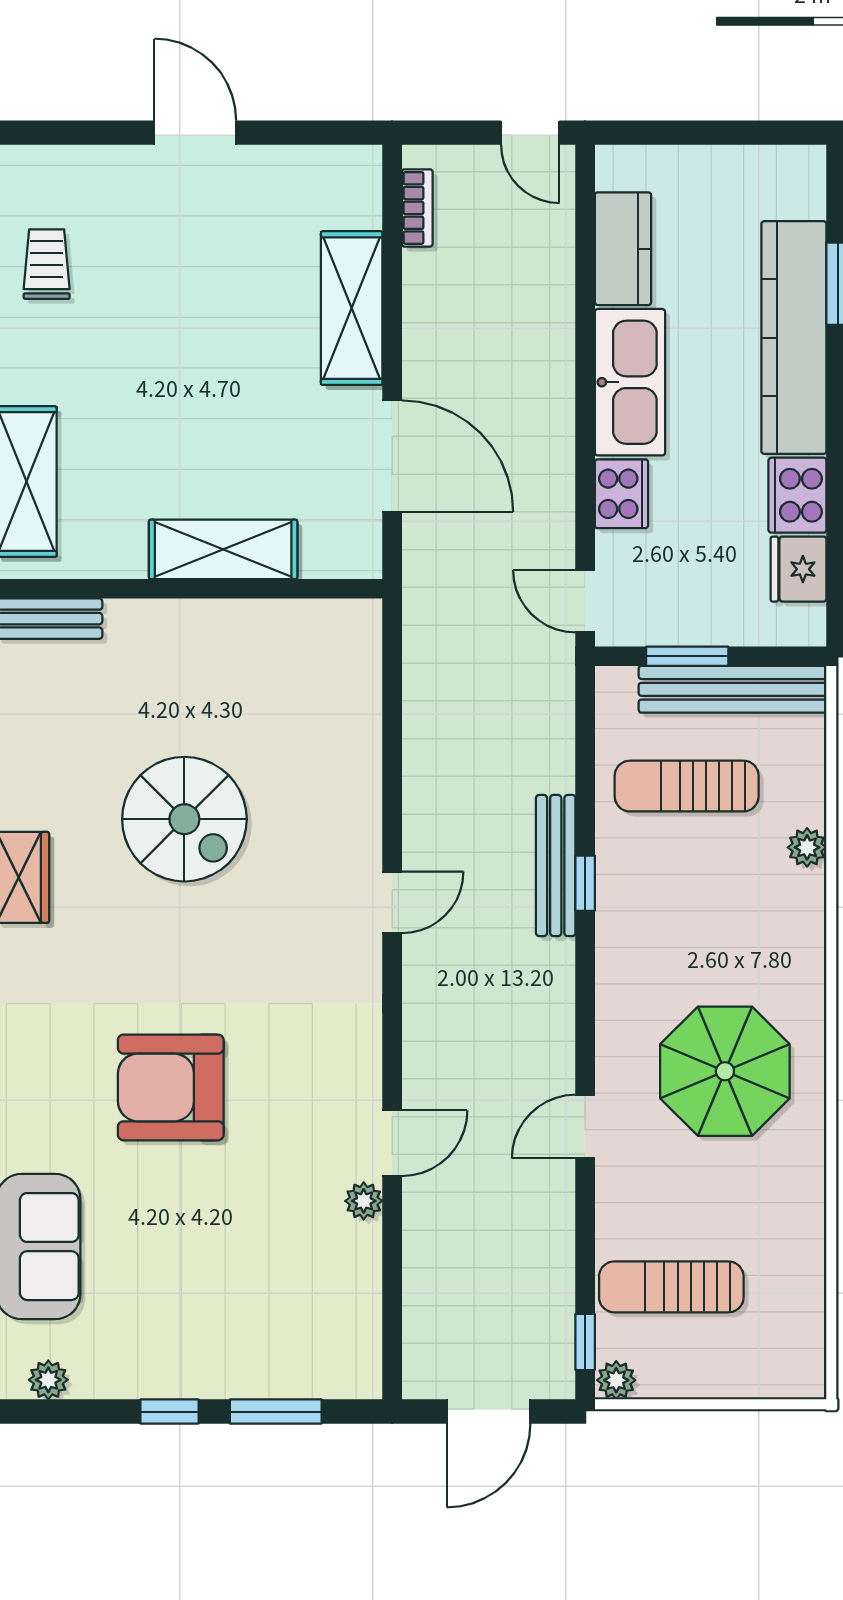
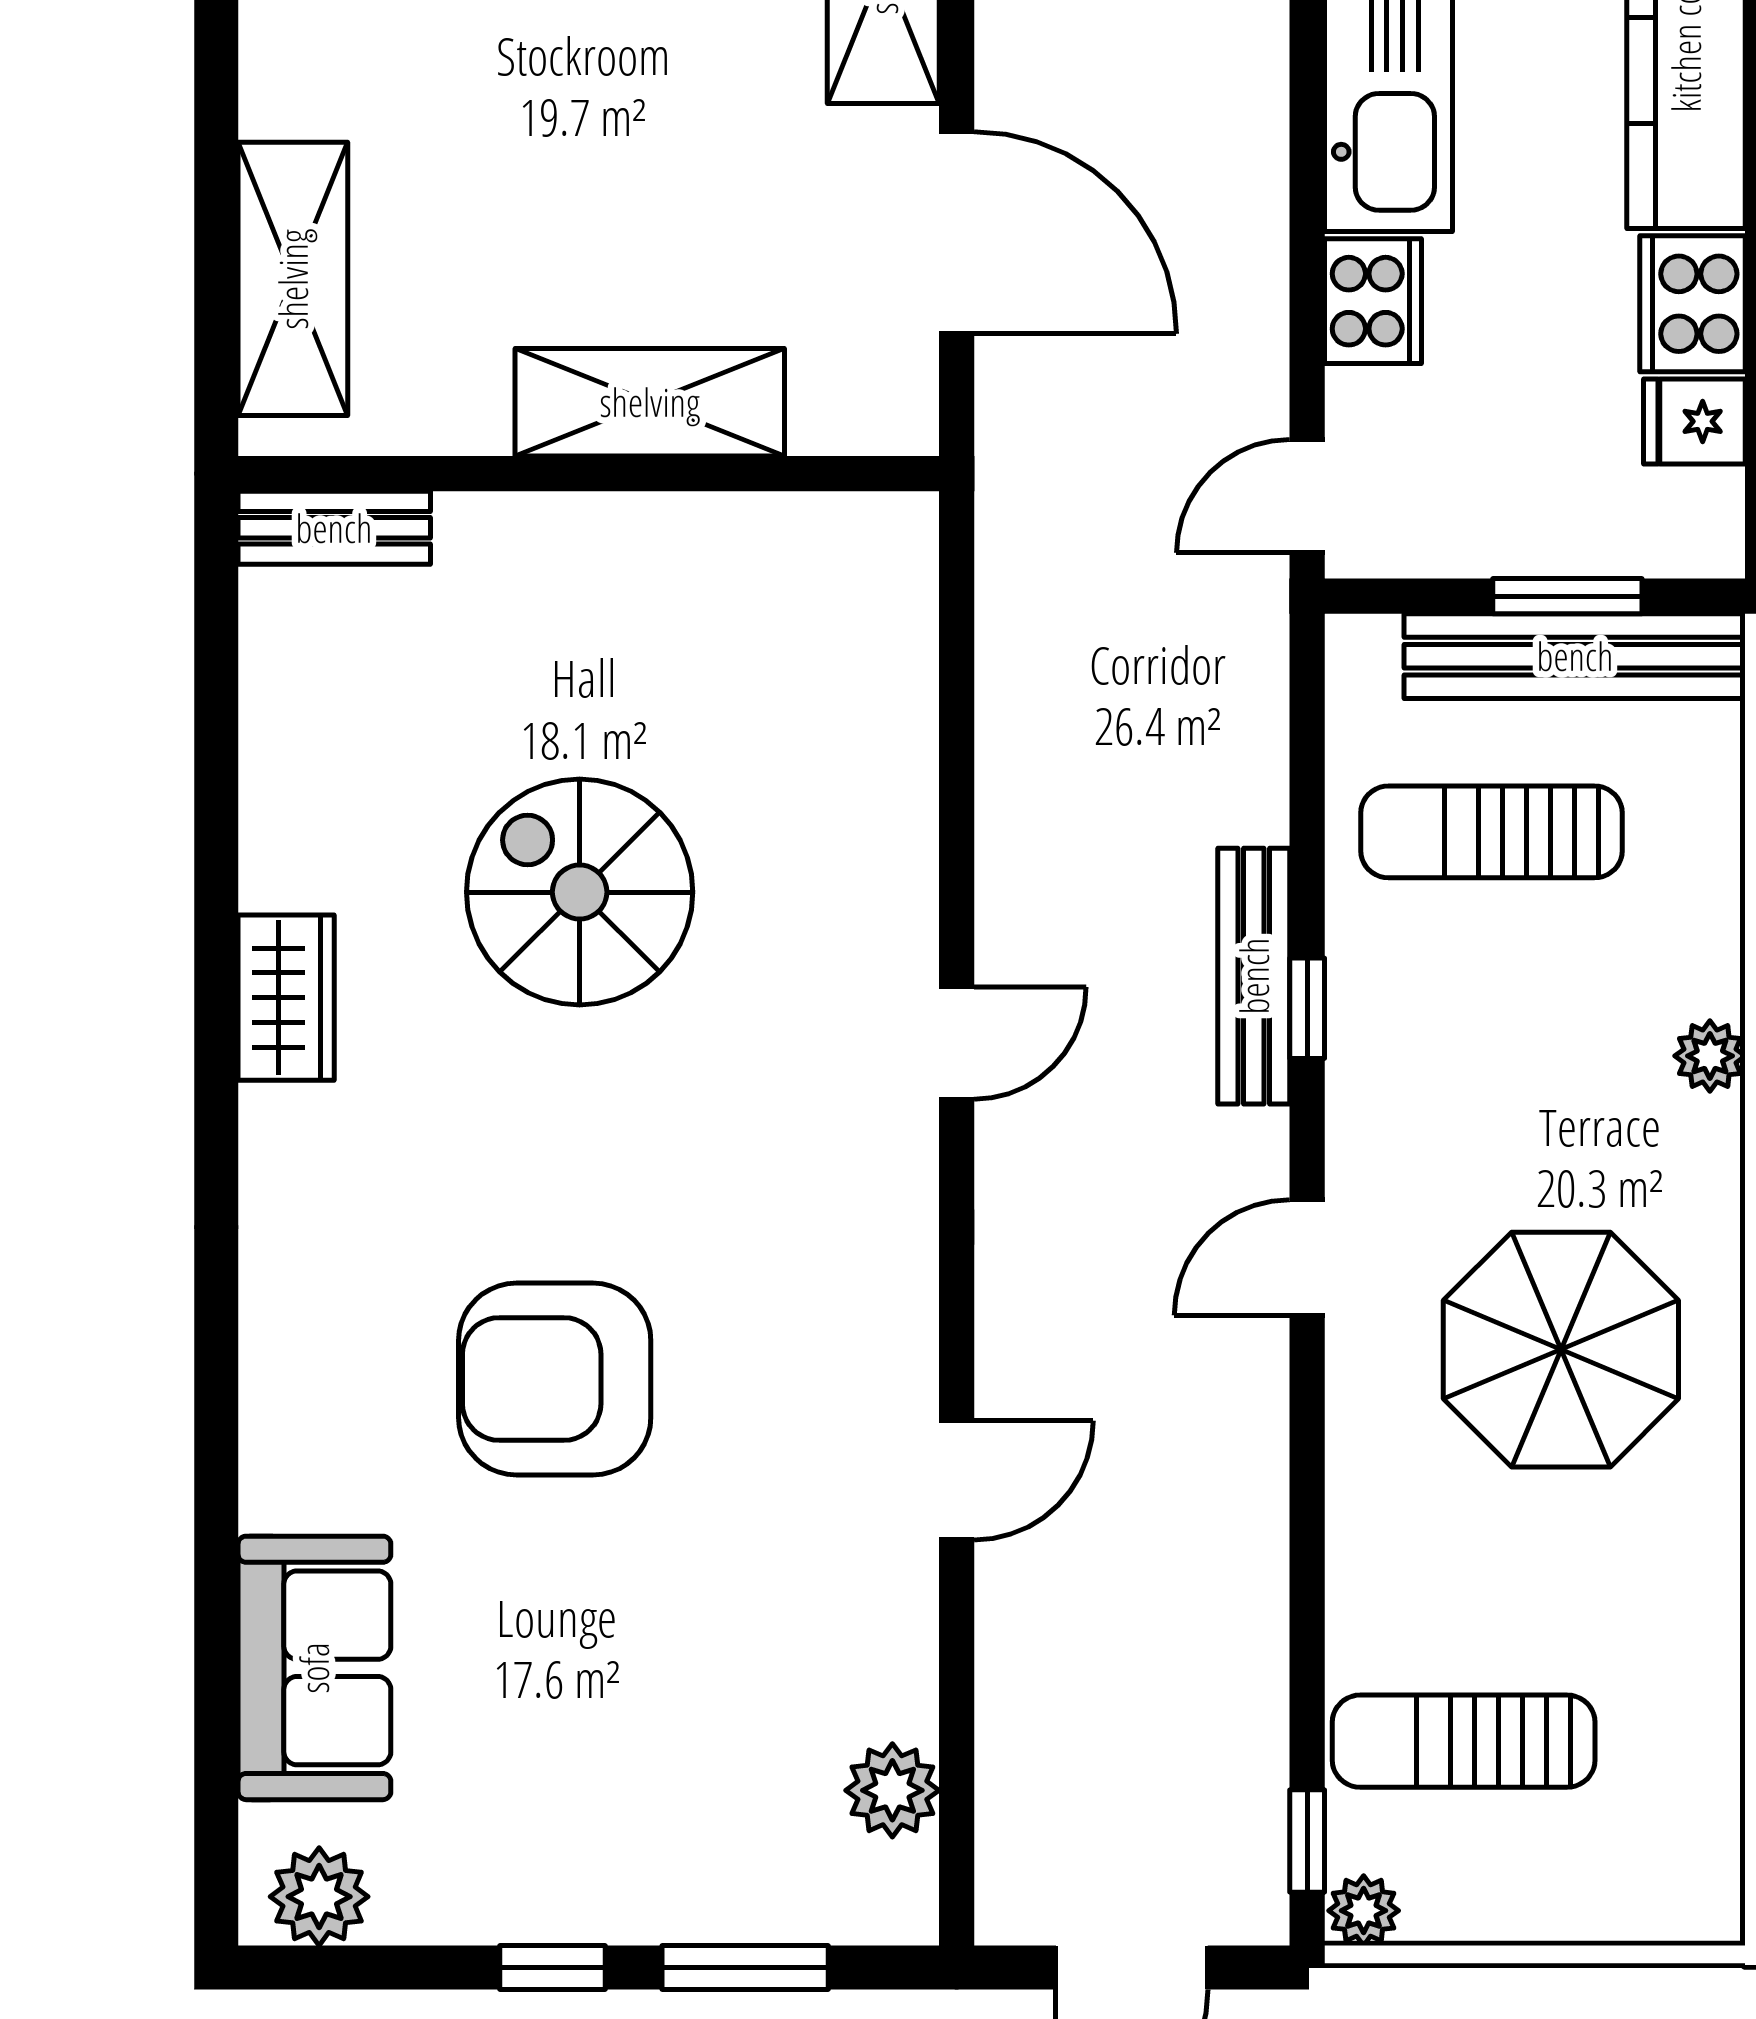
fridge: (798, 569) -> (1694, 421), width x0.72
door: (585, 601) -> (1307, 496), hinge flipped
window: (687, 656) -> (1567, 596), moved
spiral stairs: (184, 819) -> (580, 892), turned 180
plant: (807, 847) -> (1710, 1056), moved
door: (585, 1127) -> (1307, 1258), moved
plant: (364, 1201) -> (892, 1790), moved, width x1.38, depth x1.38
plant: (48, 1380) -> (319, 1897), width x1.38, depth x1.38

